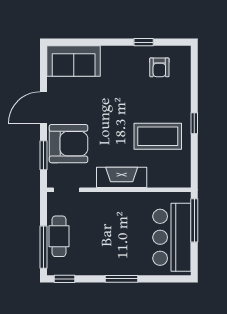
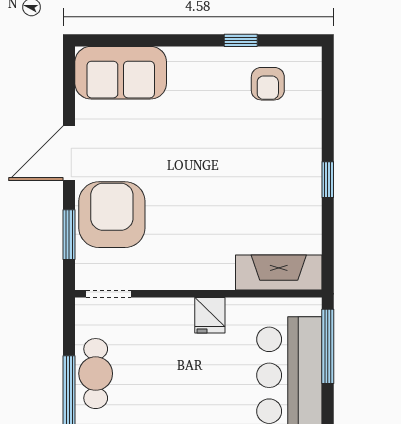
coffee table: (158, 136) -> (265, 202), removed
armchair: (68, 144) -> (112, 215), turned -90
fireplace: (122, 177) -> (279, 272), moved
fridge: (126, 202) -> (210, 315), added

